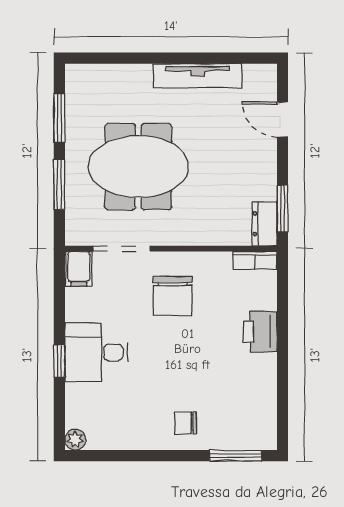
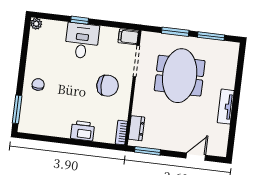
tv unit: (197, 76) -> (226, 107), width x0.71
dresser: (265, 224) -> (137, 128), moved, turned 90
chair: (173, 296) -> (108, 86), turned 180

